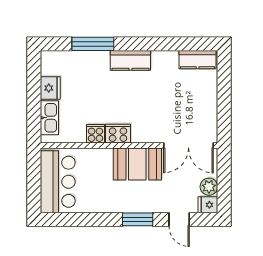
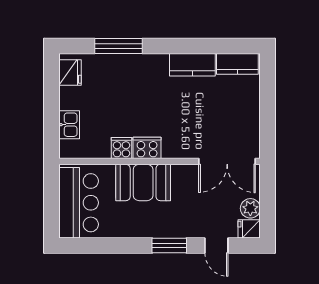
kitchen counter: (130, 60) -> (192, 65), moved
fridge: (50, 88) -> (70, 72), moved
kitchen sink: (49, 118) -> (69, 125), width x0.73
booth: (137, 164) -> (143, 183), moved

